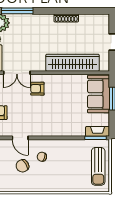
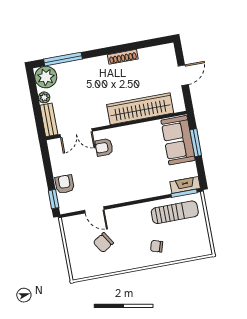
chair: (42, 157) -> (157, 246), moved
sun lounger: (98, 166) -> (175, 212), moved, turned -90

